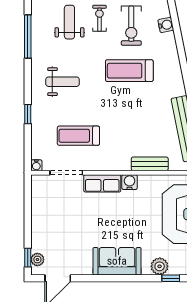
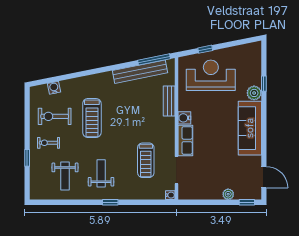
weight bench: (69, 22) -> (65, 176), moved, turned -90
exercise bike: (131, 26) -> (55, 116), turned 180
window: (28, 36) -> (64, 202), removed
window: (28, 114) -> (110, 202), moved
plant: (37, 260) -> (228, 194), moved
sofa: (117, 261) -> (250, 128), width x1.36

